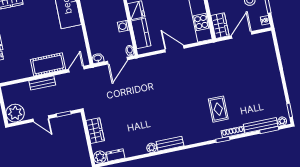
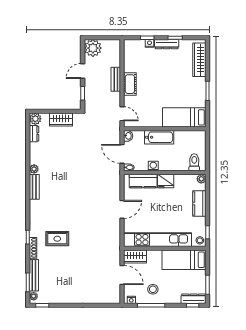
bathtub: (93, 26) -> (159, 137), added
cot: (48, 64) -> (130, 84), width x0.73, depth x0.75

